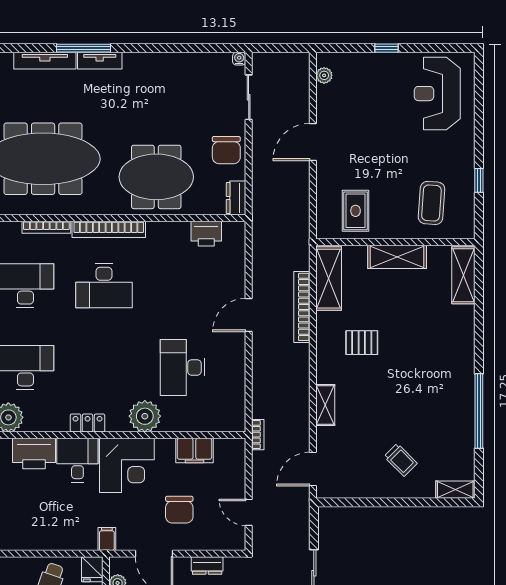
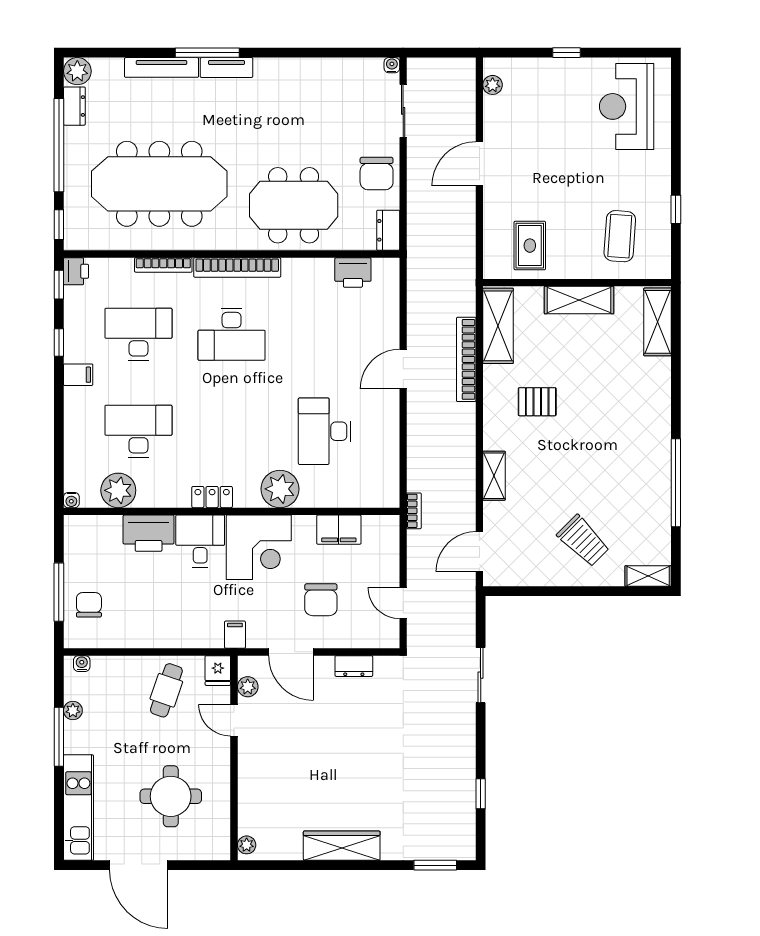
trolley: (401, 460) -> (583, 541), width x1.36, depth x1.39

